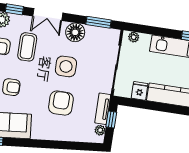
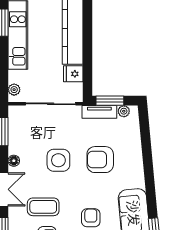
floor lamp: (75, 32) -> (14, 161), width x0.53, depth x0.53
window: (111, 119) -> (110, 101), width x1.50

